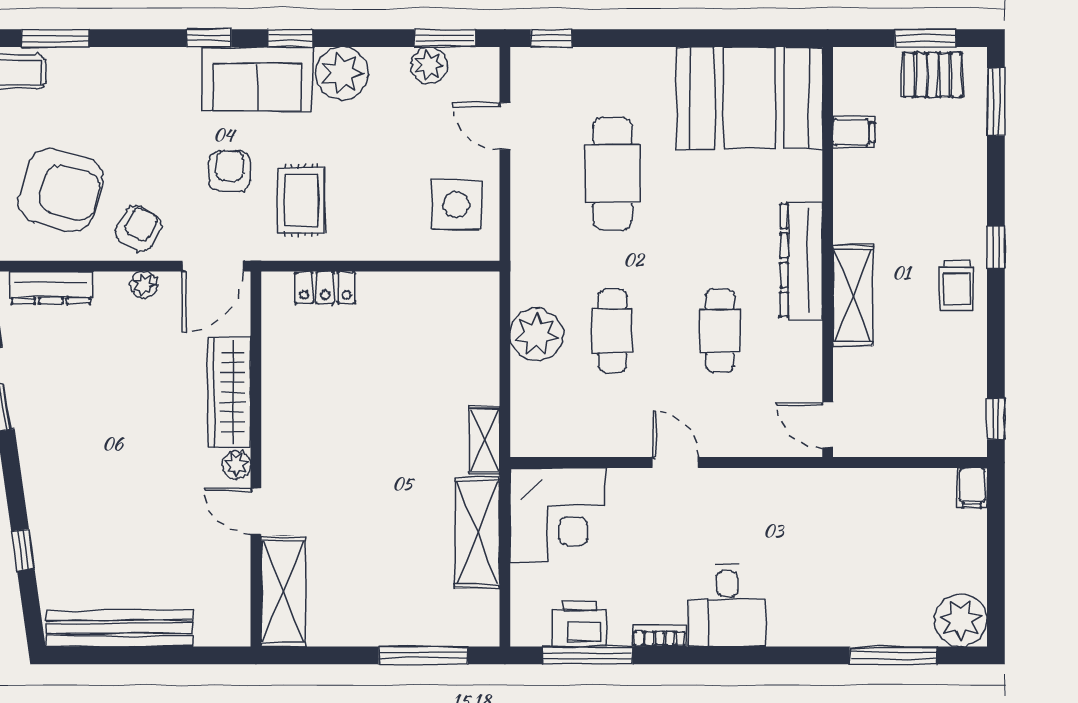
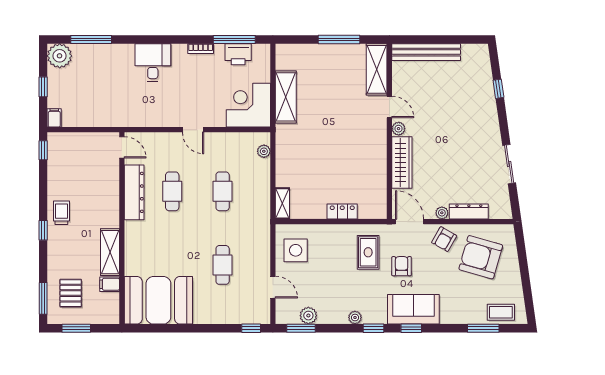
plant: (342, 73) -> (355, 318), width x0.53, depth x0.53
pallet: (933, 75) -> (71, 293), moved, turned 90
sofa: (257, 79) -> (413, 309), moved
armchair: (230, 171) -> (402, 266), turned 180
cafe table: (612, 173) -> (223, 265), width x0.73, depth x0.74
dresser: (801, 260) -> (134, 192), moved
door: (213, 266) -> (410, 222), hinge flipped
dresser: (51, 288) -> (469, 212), moved
locker: (325, 288) -> (342, 212), moved
shelving: (853, 296) -> (110, 252), moved
plant: (537, 334) -> (264, 151), moved, width x0.53, depth x0.53
shelving: (485, 440) -> (282, 203), moved
window: (996, 554) -> (43, 87), added
desk: (727, 606) -> (153, 63), moved
bench: (120, 628) -> (426, 52), moved
window: (423, 655) -> (339, 39), moved

